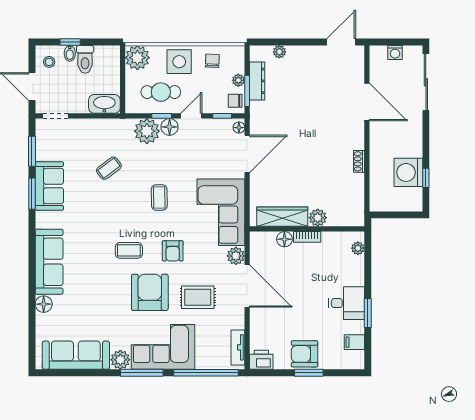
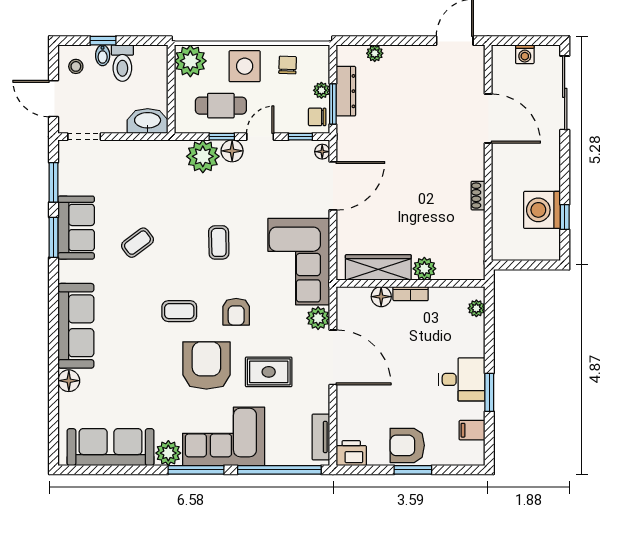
coffee table: (109, 168) -> (137, 243), moved

